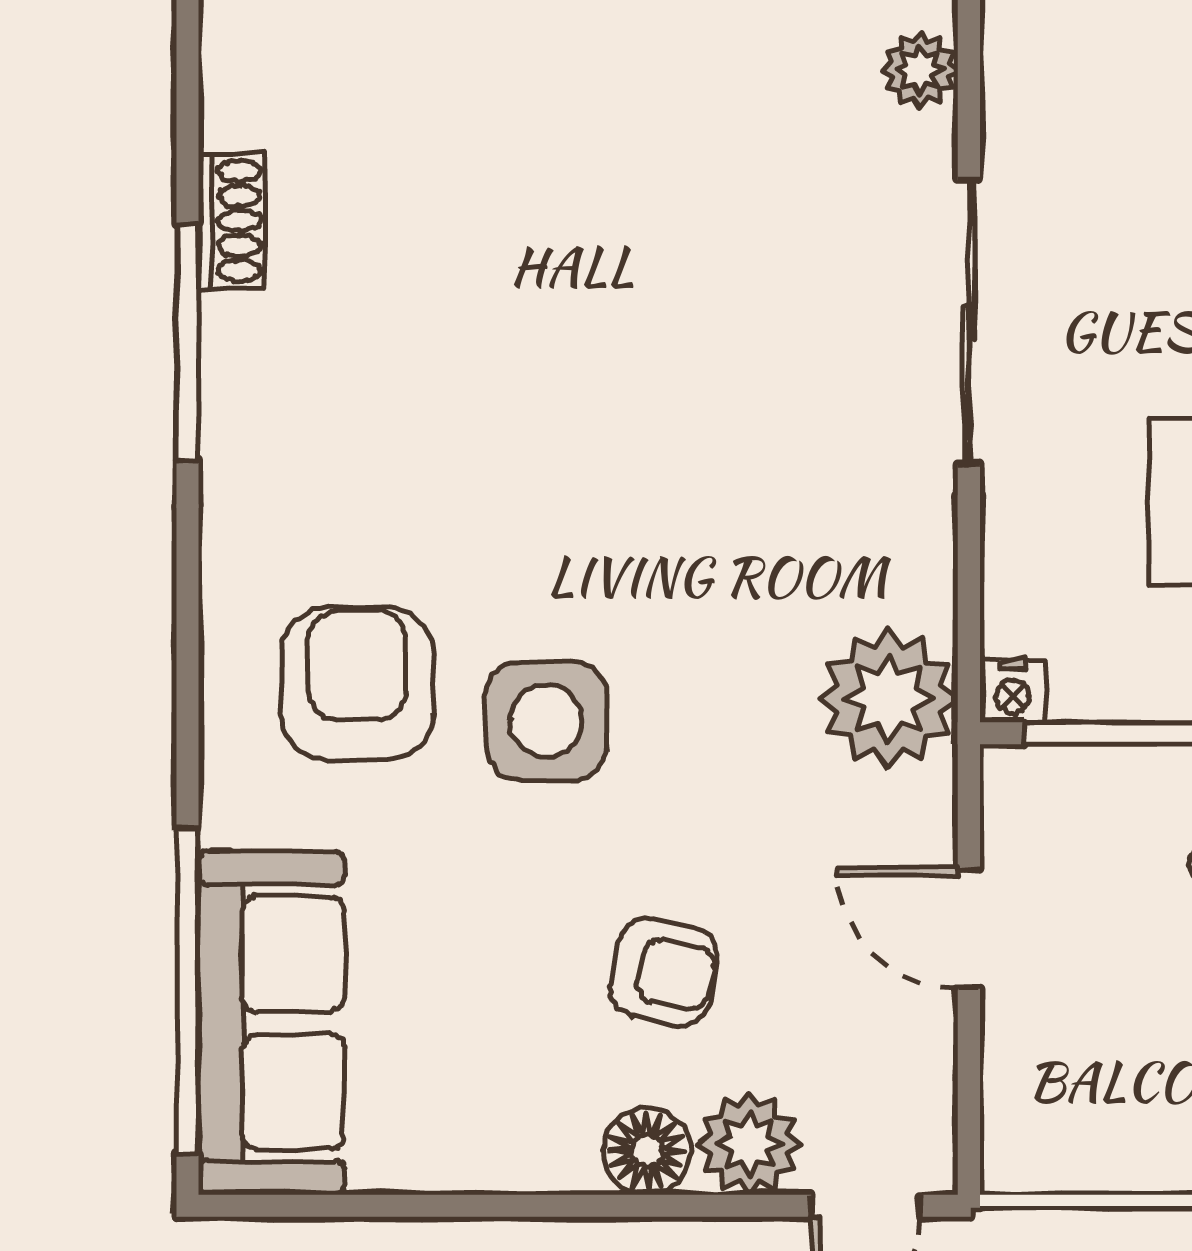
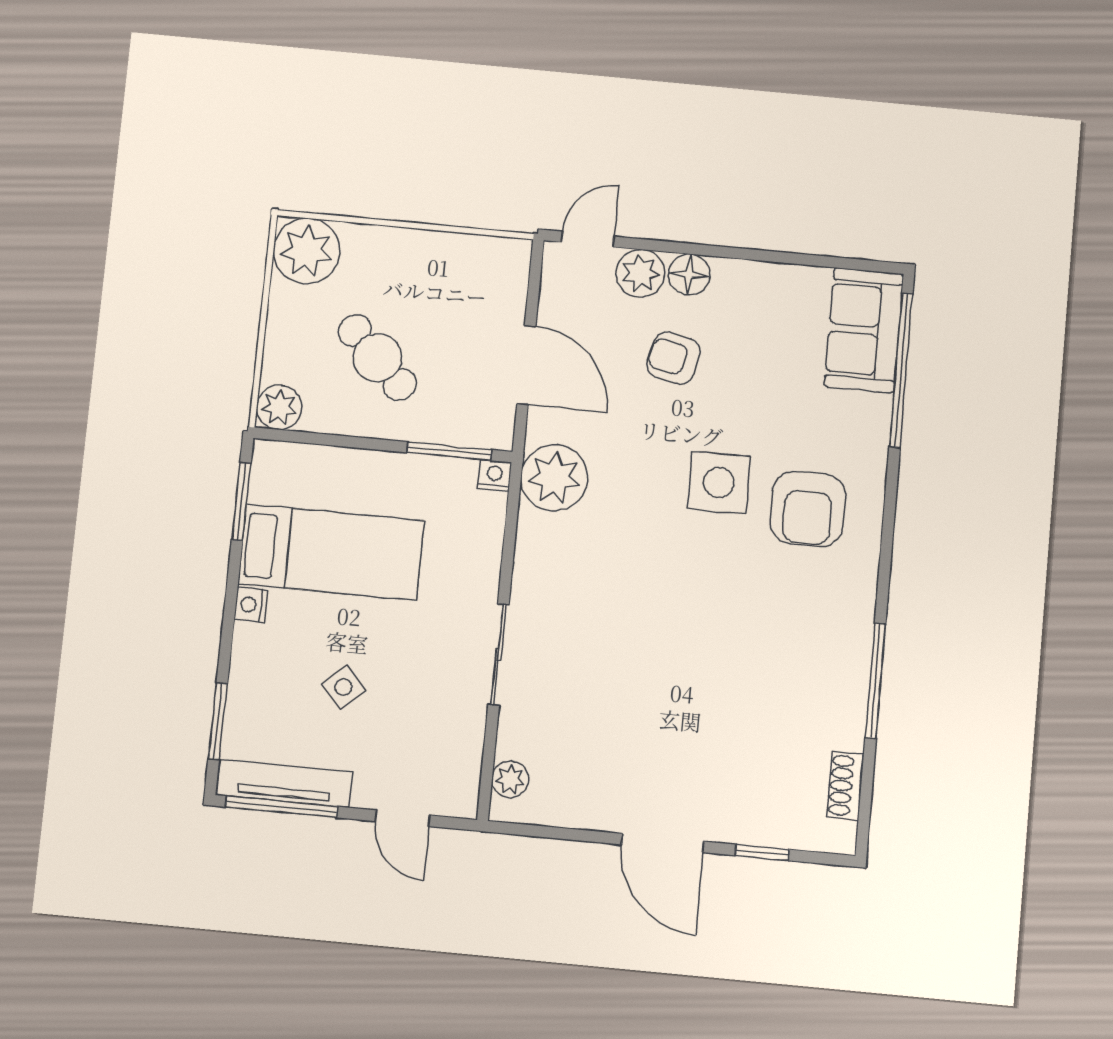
shoe rack: (231, 221) -> (845, 786), moved
sliding door: (969, 323) -> (498, 654), width x0.73
door: (969, 928) -> (526, 365), width x1.38
sofa: (271, 1023) -> (864, 330), width x0.73

